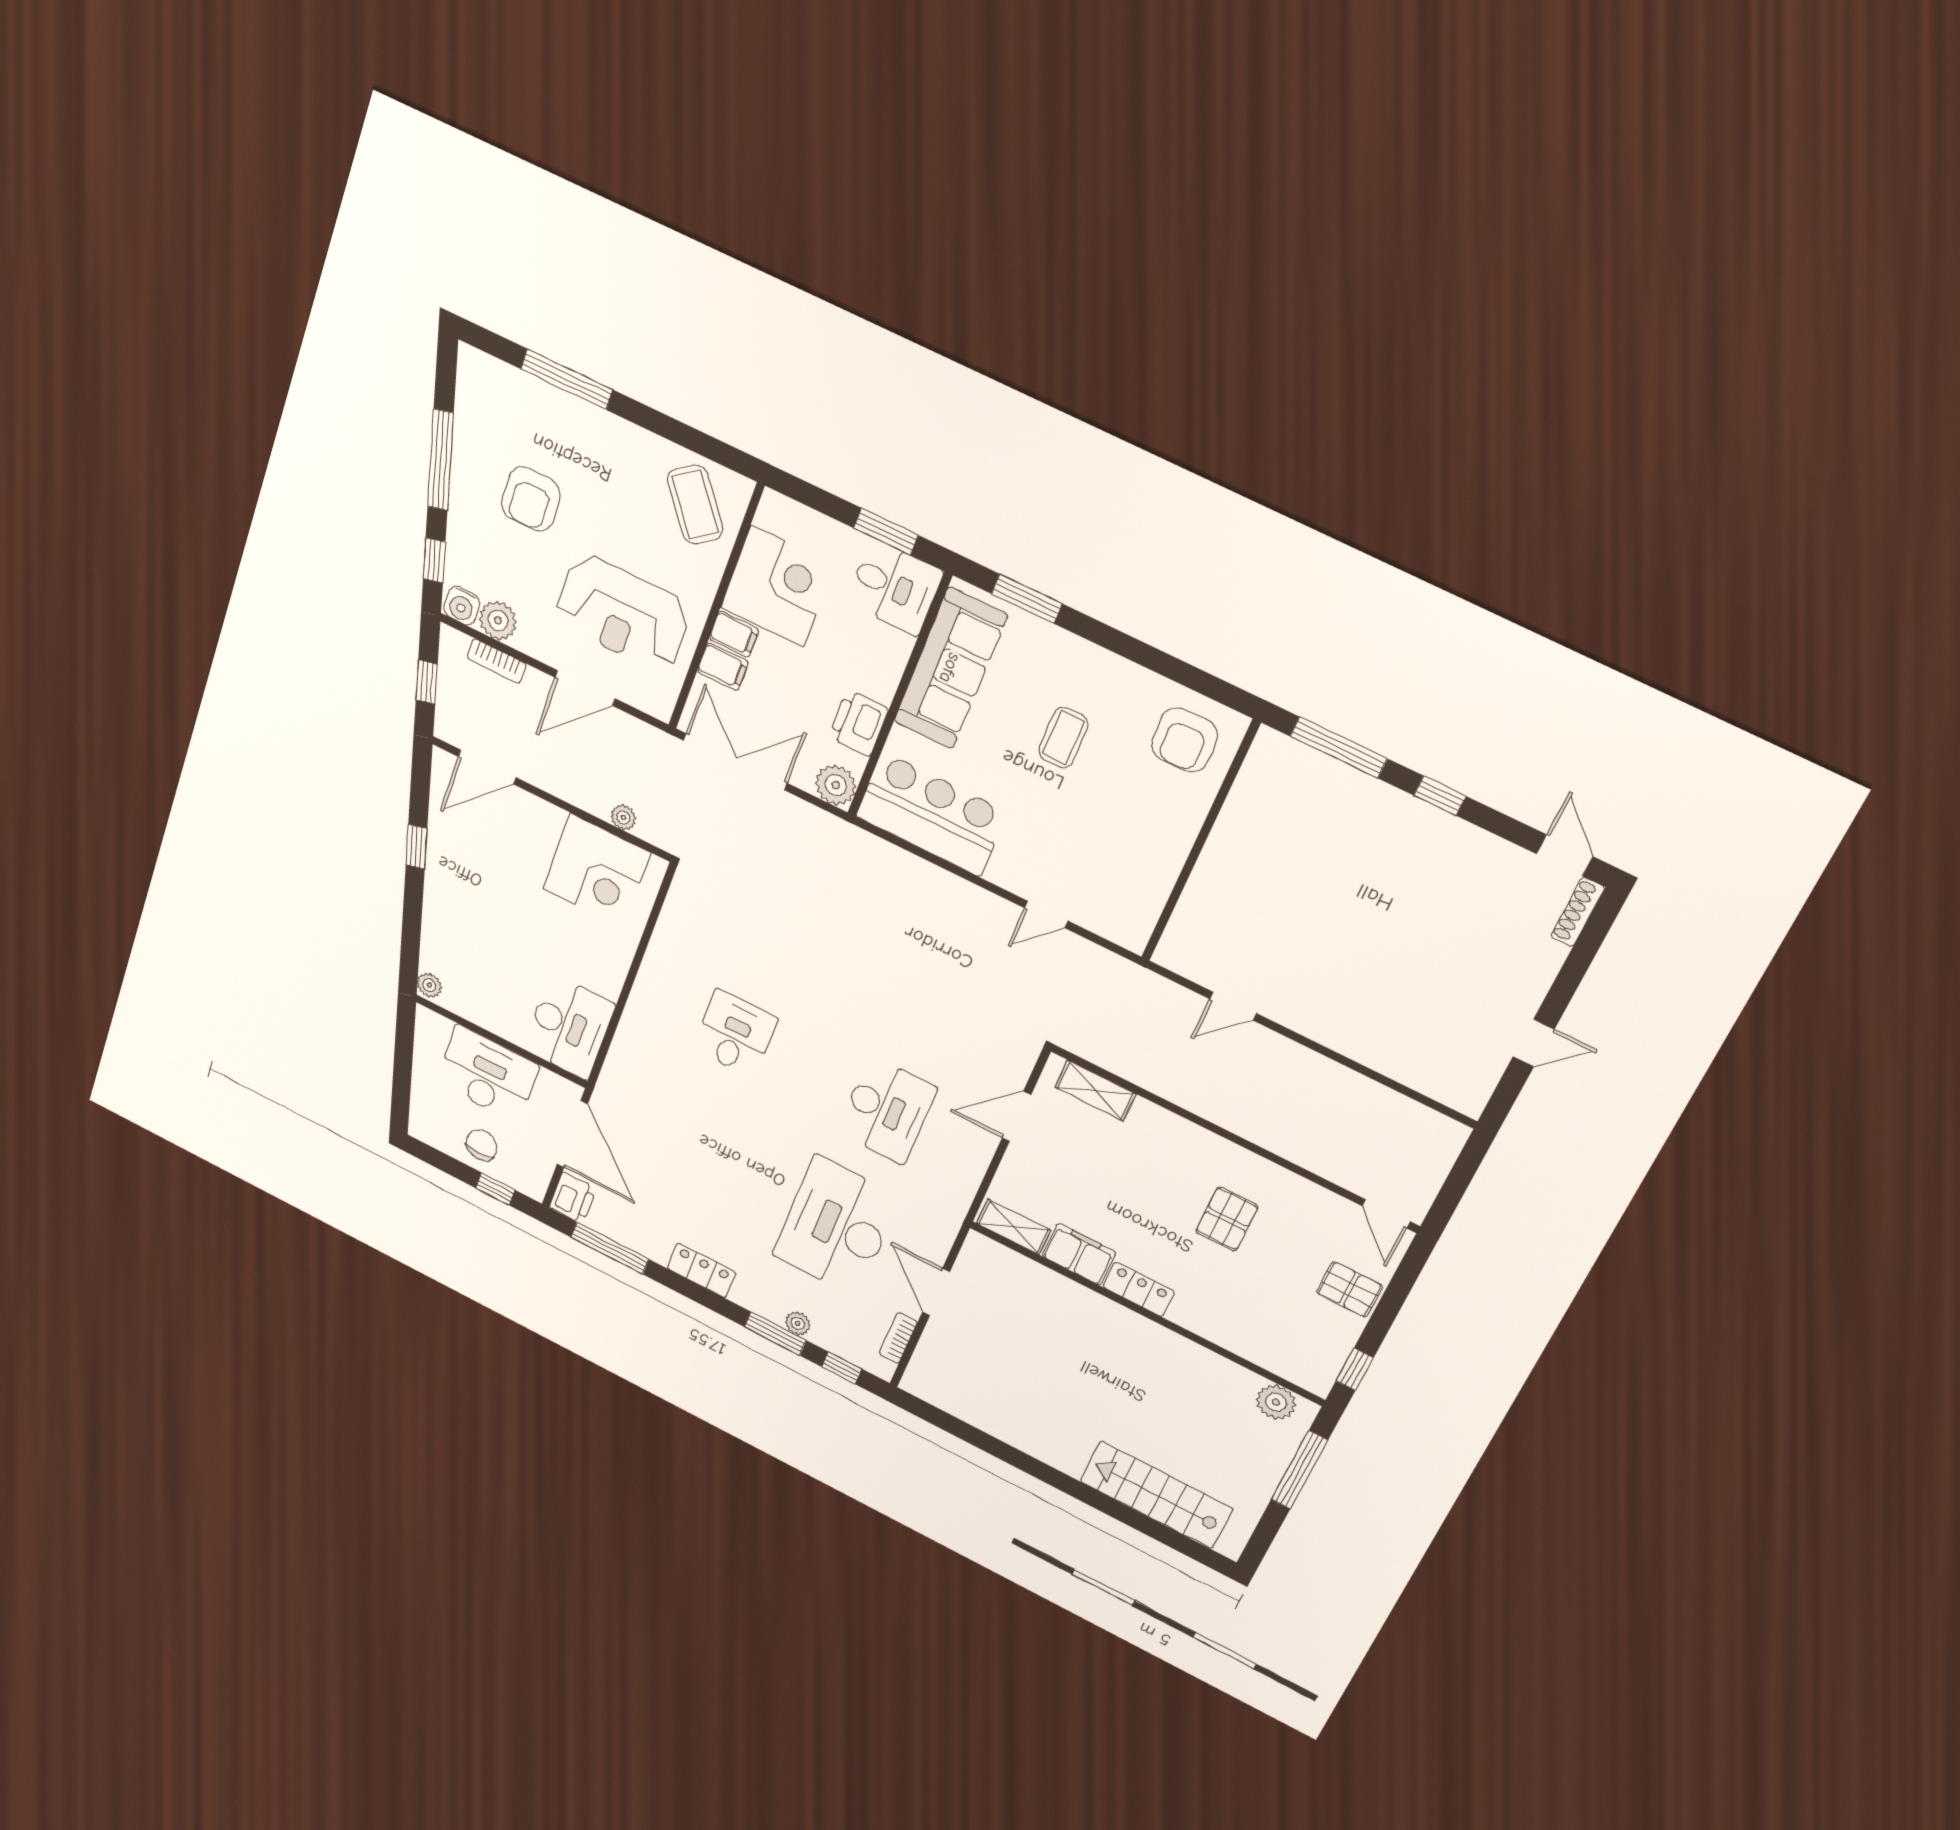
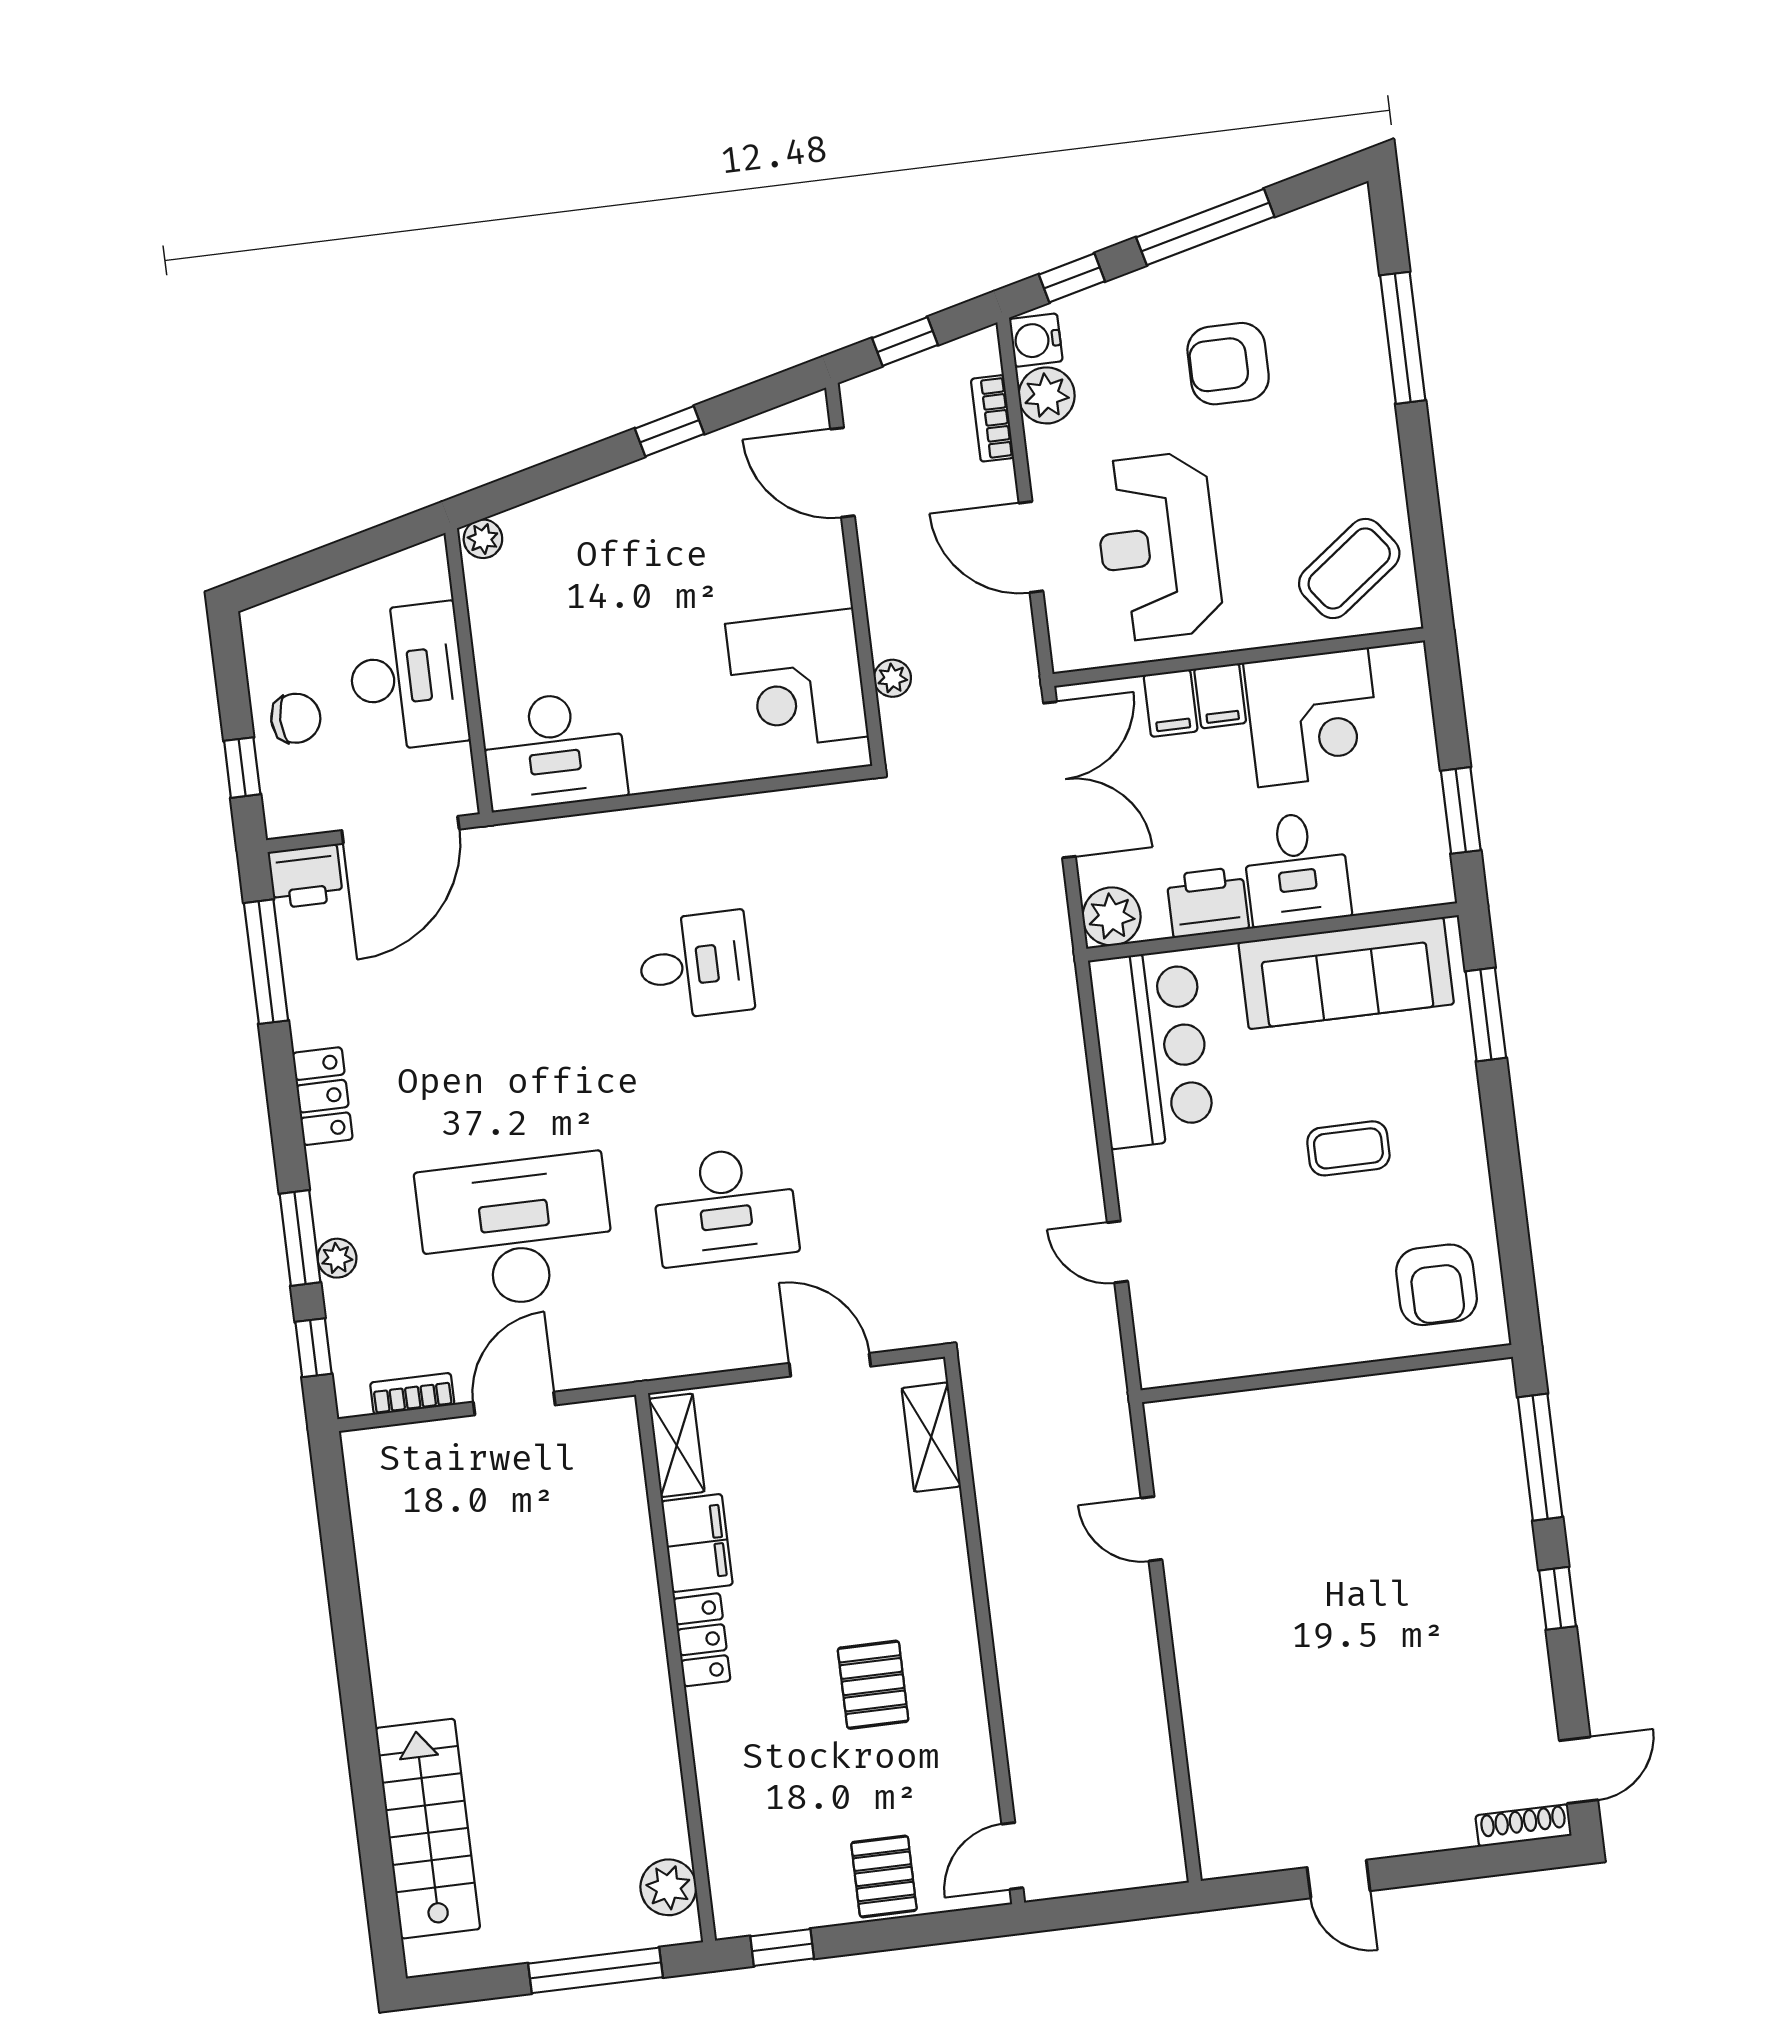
desk: (894, 587) -> (1296, 869), moved
armchair: (1184, 740) -> (1437, 1285), turned -88
pallet: (1227, 1219) -> (873, 1685), turned 90

